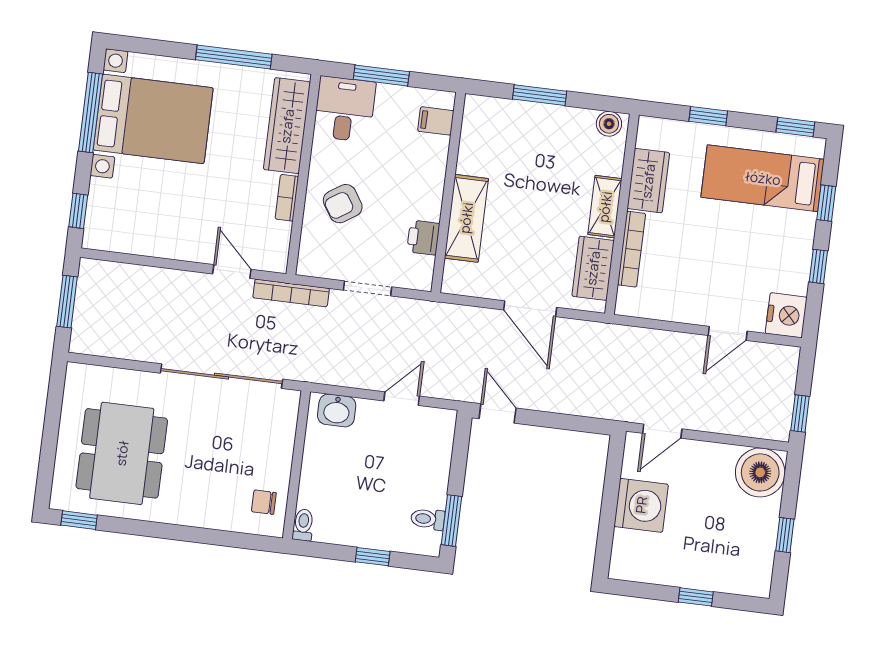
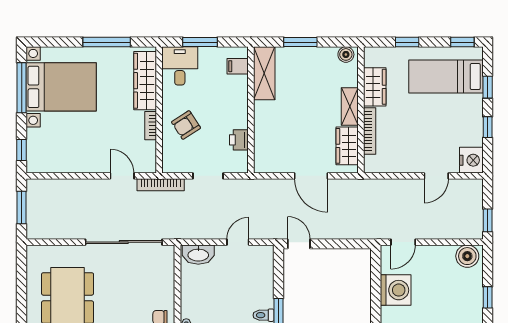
shelving: (466, 218) -> (264, 73), moved
washbasin: (337, 410) -> (198, 255), width x1.38
boiler: (760, 472) -> (467, 256), width x0.73, depth x0.73

